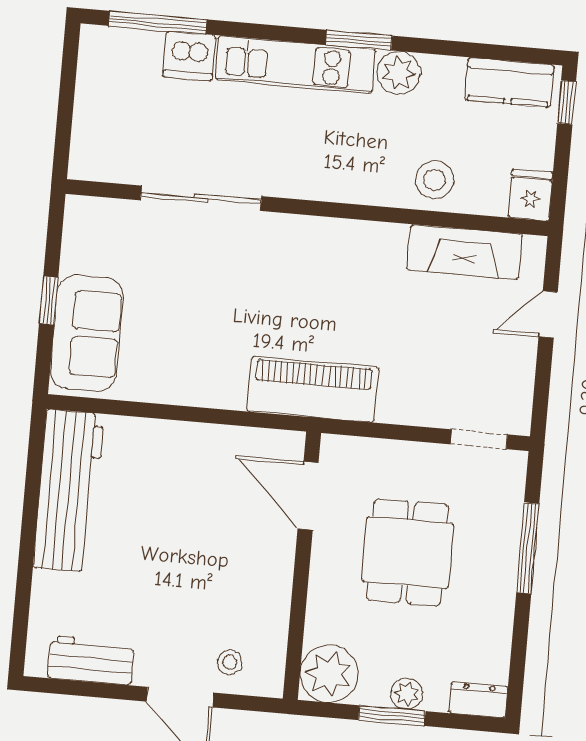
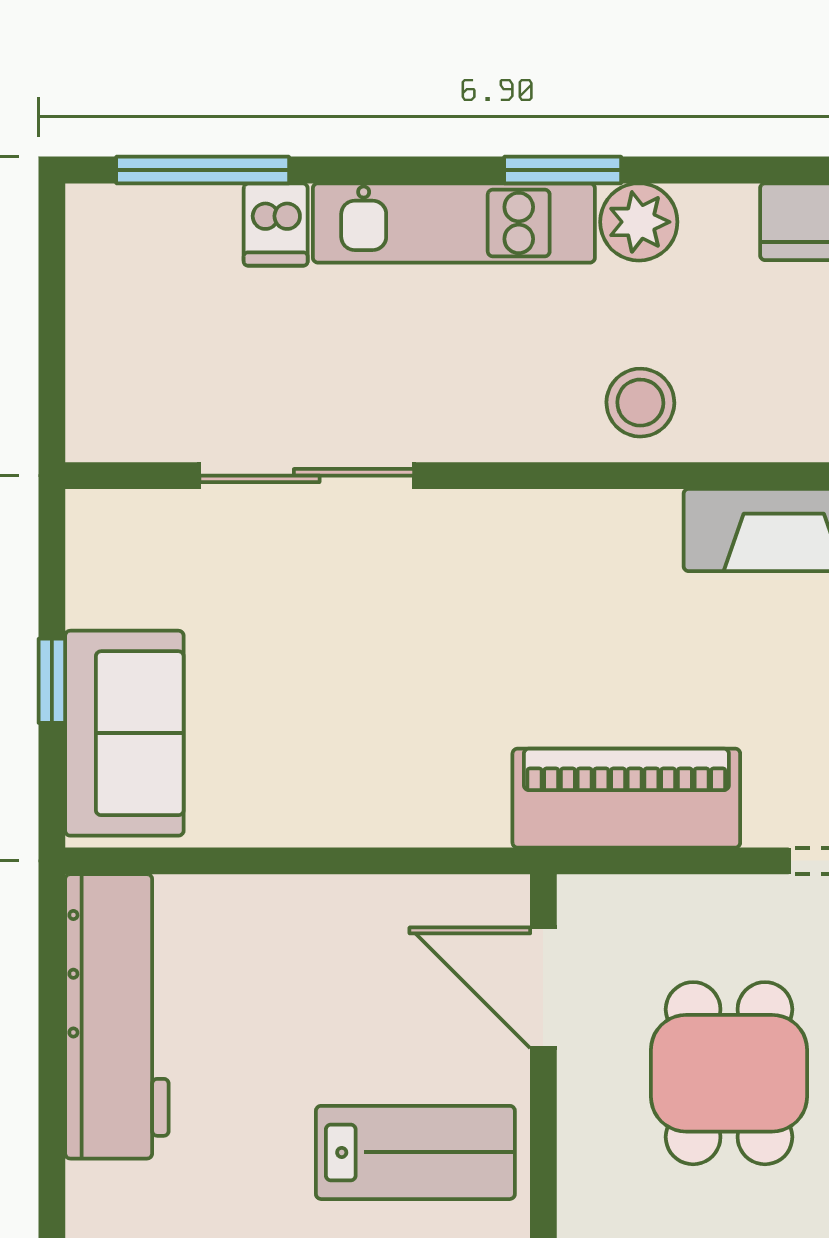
dishwasher: (189, 56) -> (276, 224), width x0.73
stool: (435, 180) -> (640, 403), moved
piano: (313, 389) -> (626, 798), moved
lab bench: (229, 581) -> (415, 1152), added

